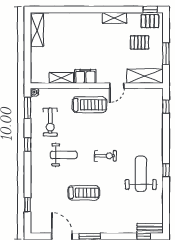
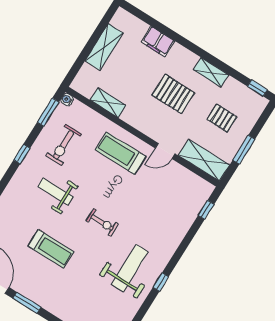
pallet: (150, 21) -> (173, 94), moved, width x1.50, depth x1.42
shelving: (37, 30) -> (104, 47), moved
filing cabinet: (85, 76) -> (158, 42), moved, turned 180
treadmill: (90, 105) -> (121, 153), turned 180
weight bench: (64, 155) -> (56, 192), turned 180

